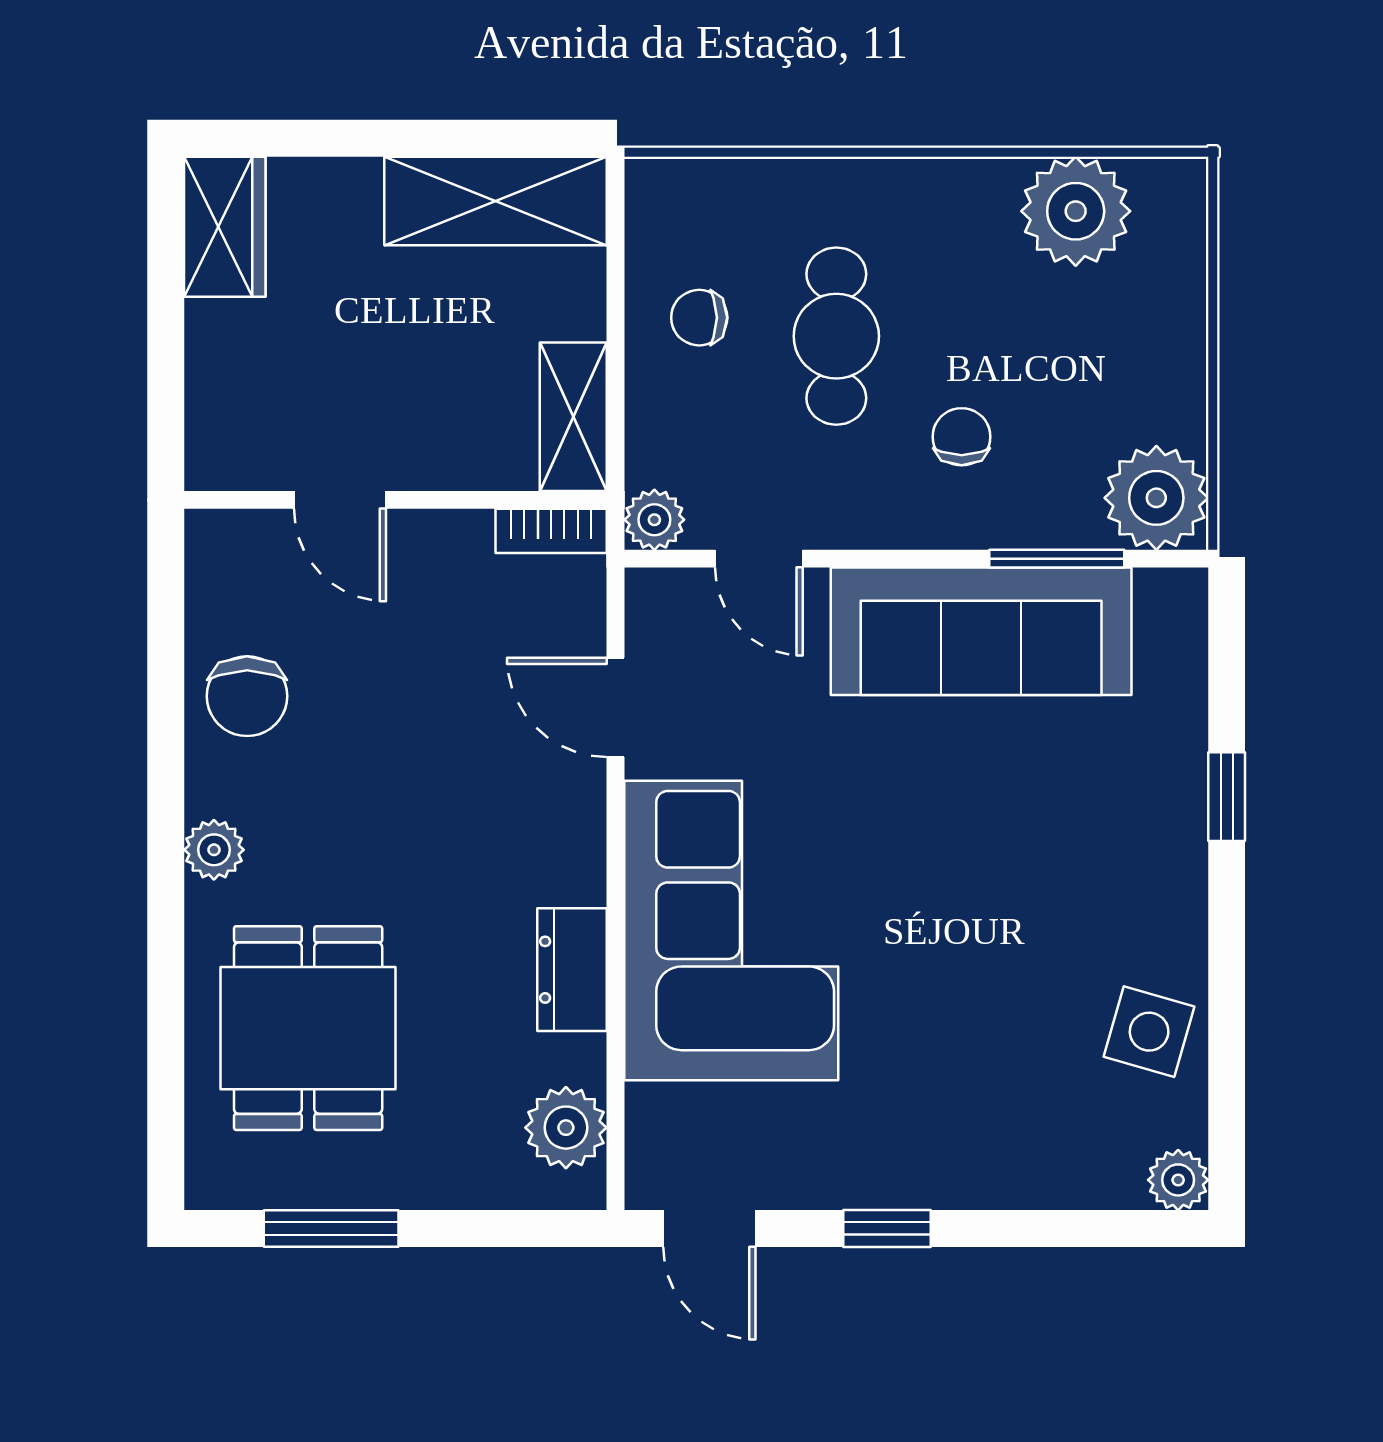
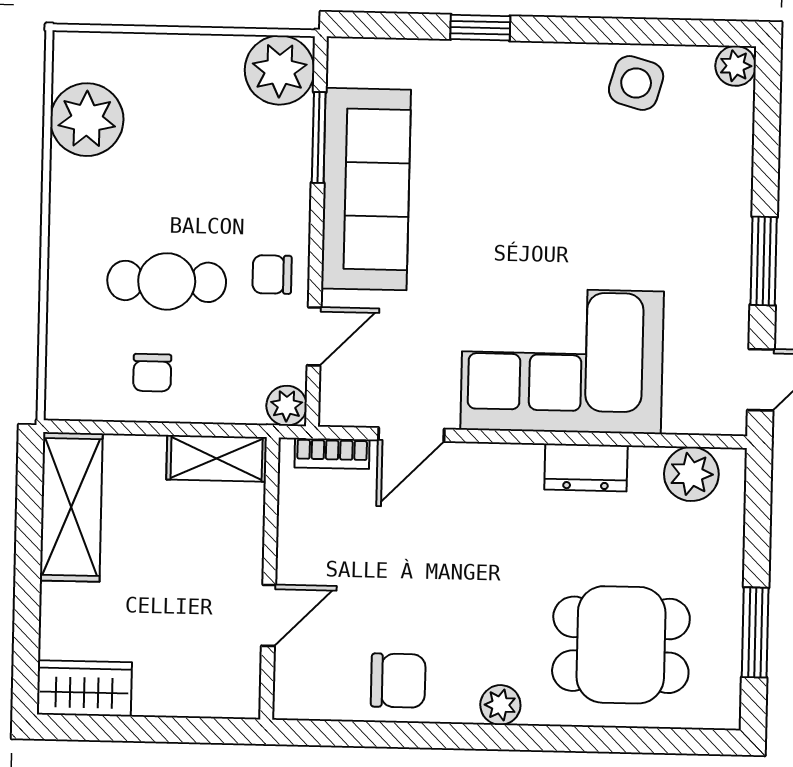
chair: (962, 437) -> (272, 274), moved
bookcase: (551, 531) -> (332, 453), moved, turned 90
window: (887, 1228) -> (764, 261), width x1.50

